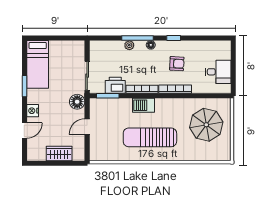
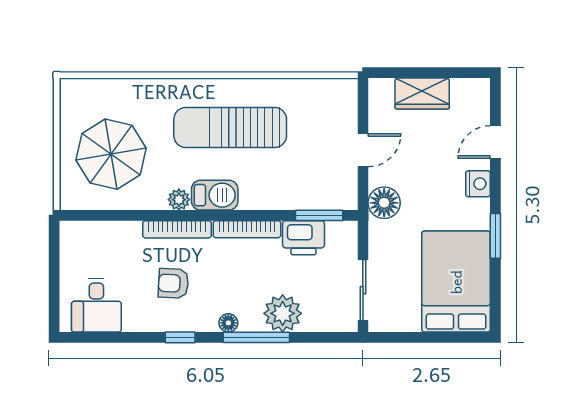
plant: (129, 45) -> (283, 313), width x1.87, depth x1.87
bed: (38, 64) -> (456, 282), width x1.50
desk: (218, 72) -> (96, 305), moved, turned -90
sliding door: (87, 76) -> (363, 290), moved
plant: (174, 103) -> (179, 200), added
barbecue: (144, 105) -> (215, 195), moved
sun lounger: (150, 137) -> (230, 127), turned 180

